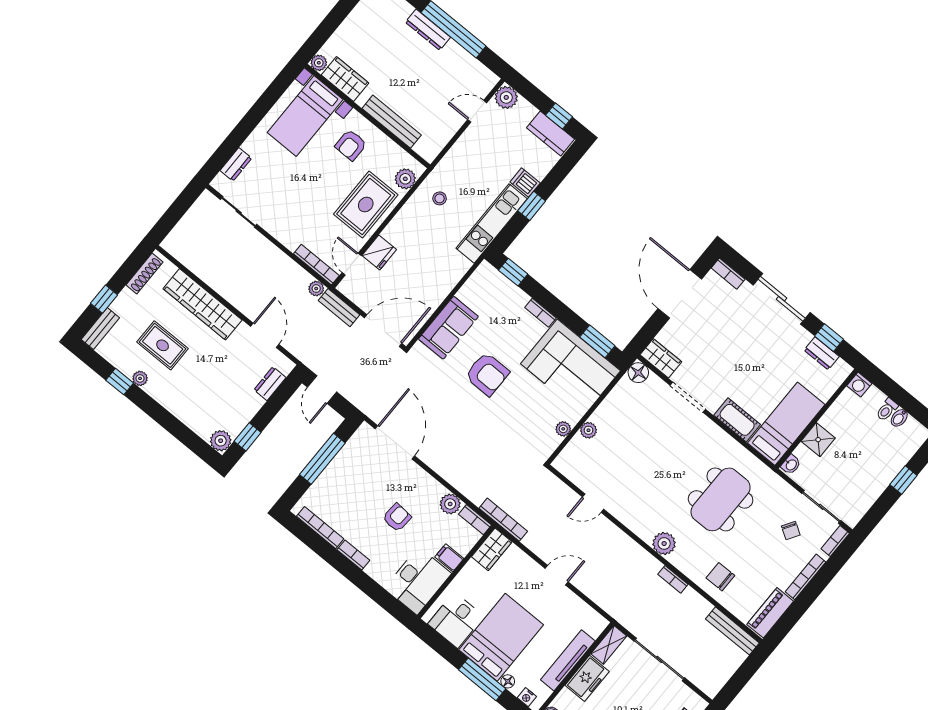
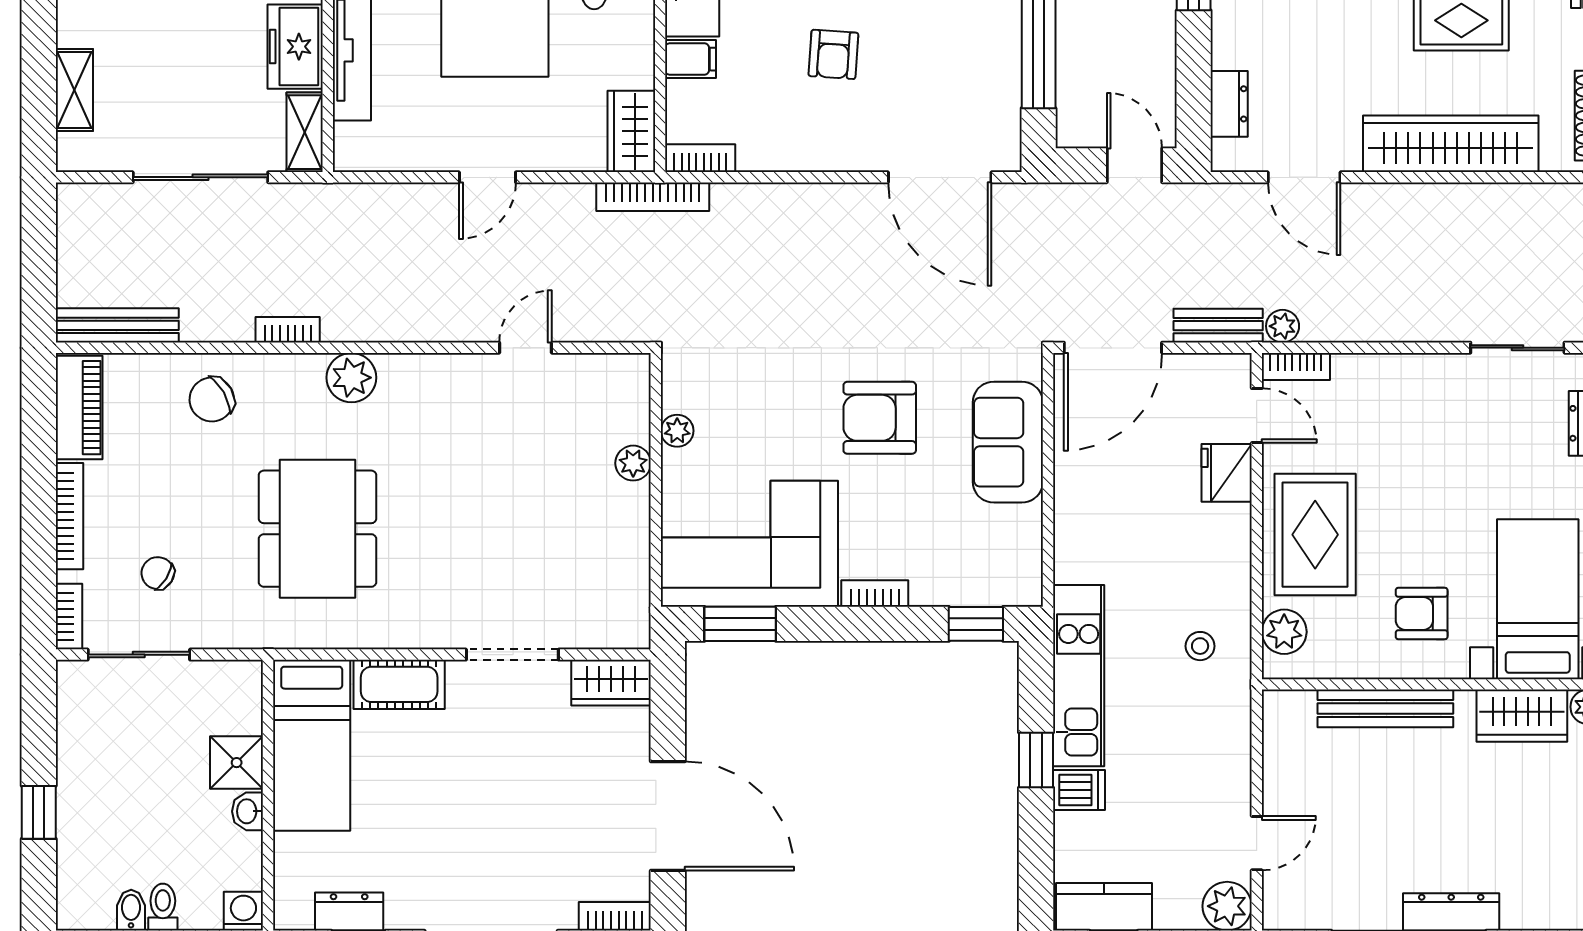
armchair: (351, 145) -> (1422, 614), turned -90
bookcase: (316, 265) -> (1296, 366), width x0.64
floor lamp: (638, 373) -> (629, 628), removed
washbasin: (791, 465) -> (248, 811), moved
plant: (450, 504) -> (763, 150), removed
chair: (720, 577) -> (212, 399), turned 150

